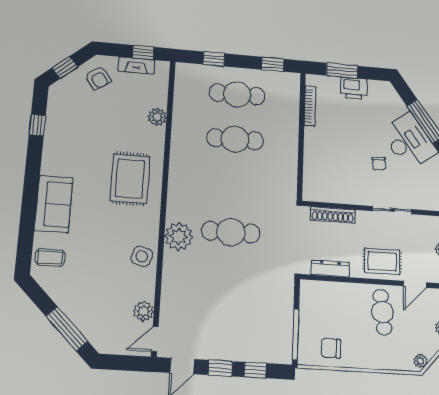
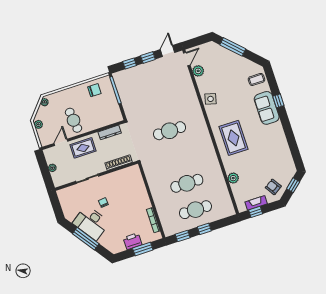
window: (214, 59) -> (204, 229), moved
window: (37, 125) -> (278, 101), moved
plant: (179, 237) -> (196, 117), removed

